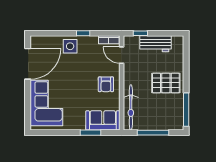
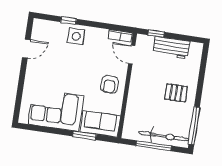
window: (83, 33) -> (69, 20), moved
door: (28, 64) -> (26, 49), width x0.53
pallet: (166, 83) -> (176, 93), width x0.67, depth x0.71
corner sofa: (46, 103) -> (56, 110), moved, turned -90
bicycle: (131, 107) -> (164, 136), moved, turned -90

